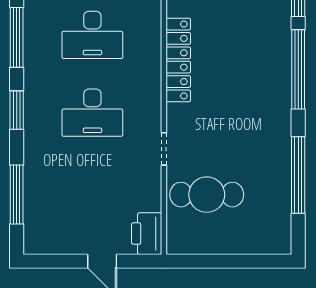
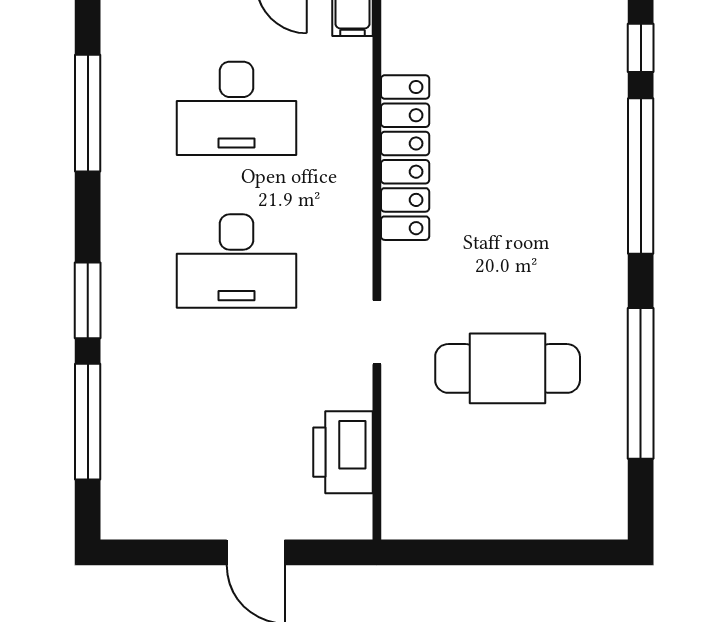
window: (17, 110) -> (88, 300), moved
cafe table: (207, 195) -> (508, 368), moved
printer: (147, 234) -> (343, 452), moved

